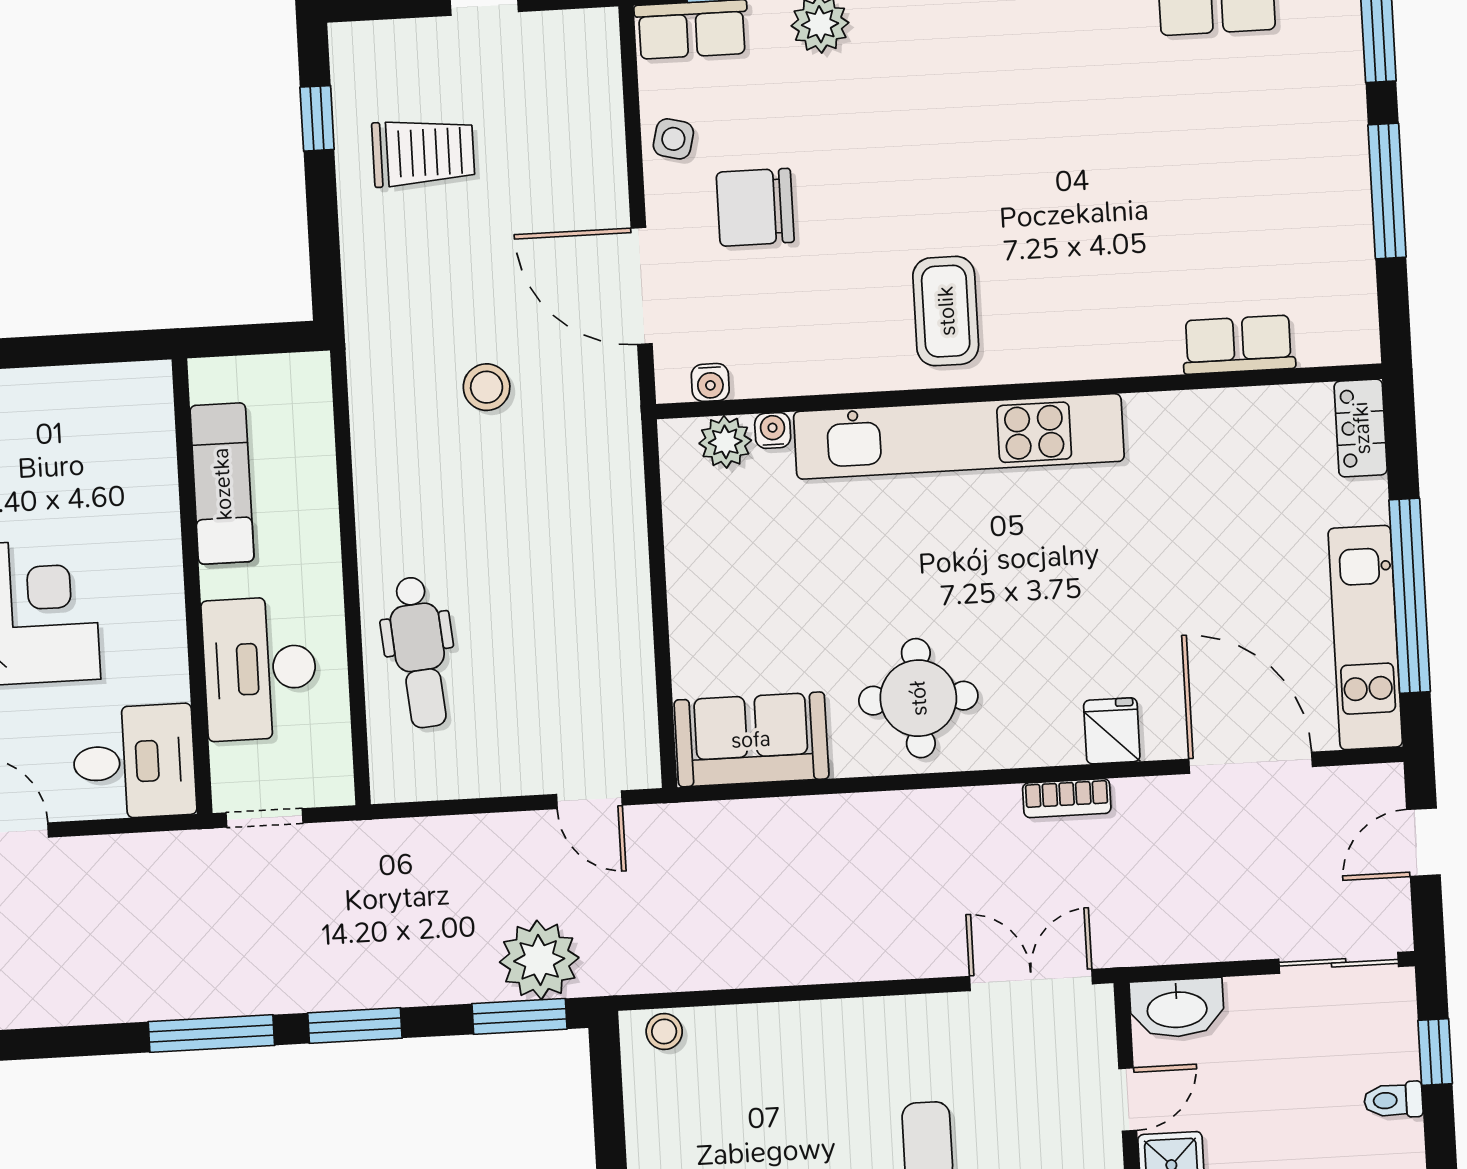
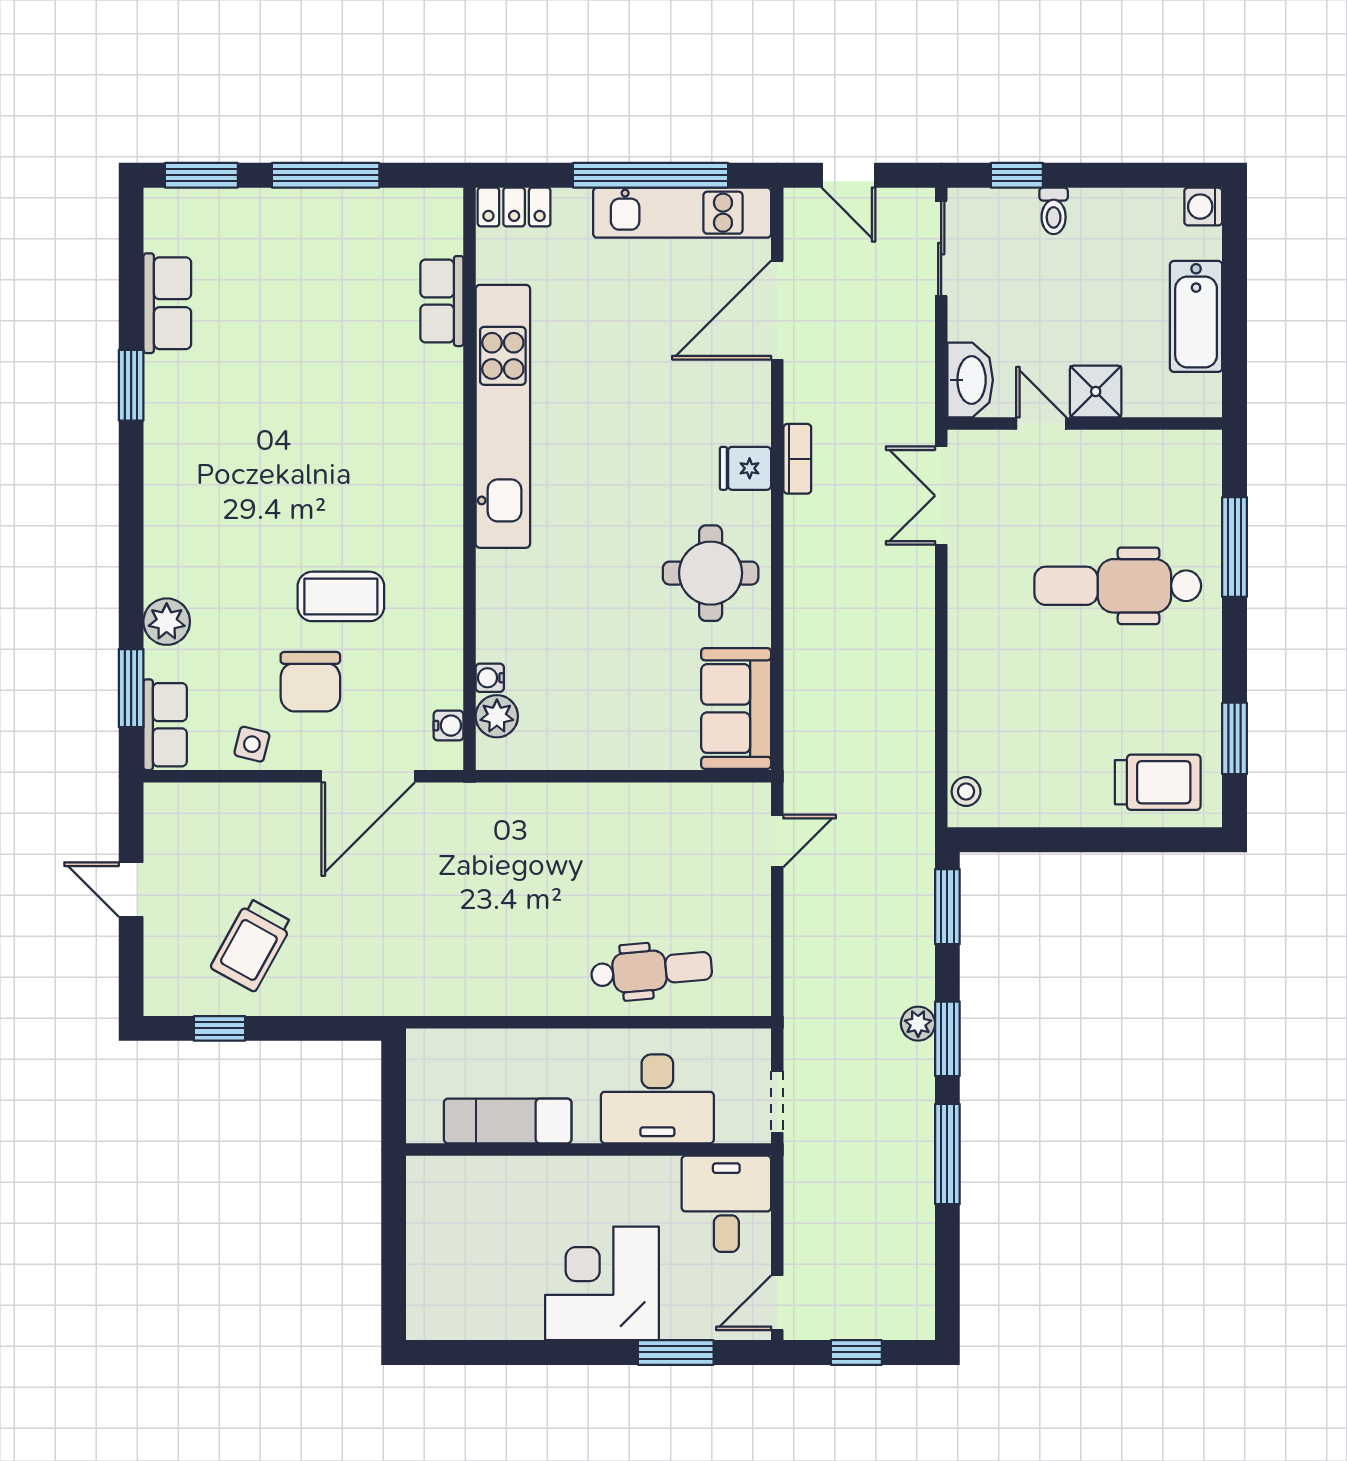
trolley: (423, 153) -> (252, 945), turned -151
coffee table: (946, 311) -> (341, 596), moved
stool: (487, 387) -> (442, 905), removed
kitchen unit: (959, 436) -> (503, 416), moved
fridge: (1112, 731) -> (745, 468), moved
plant: (539, 960) -> (918, 1024), moved, width x0.53, depth x0.53

